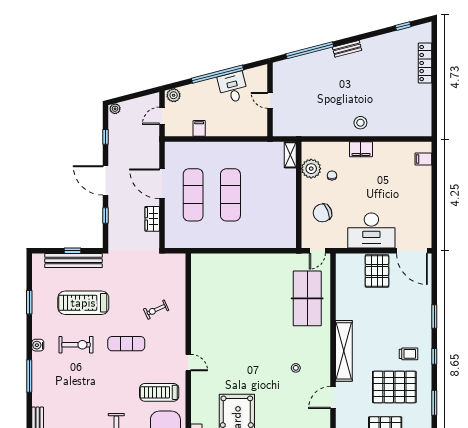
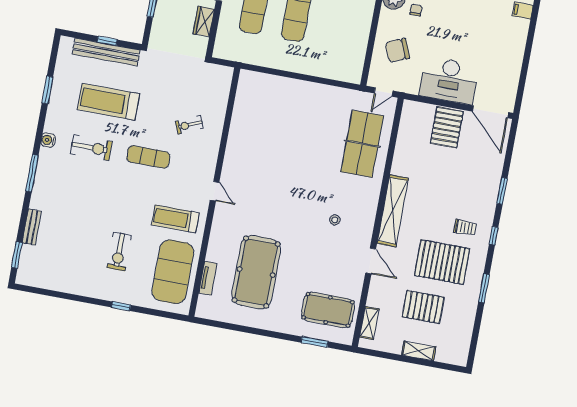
door: (333, 397) -> (371, 261), swing flipped

